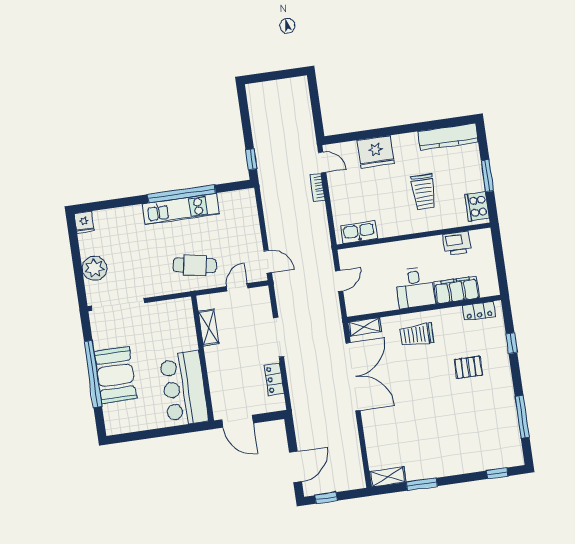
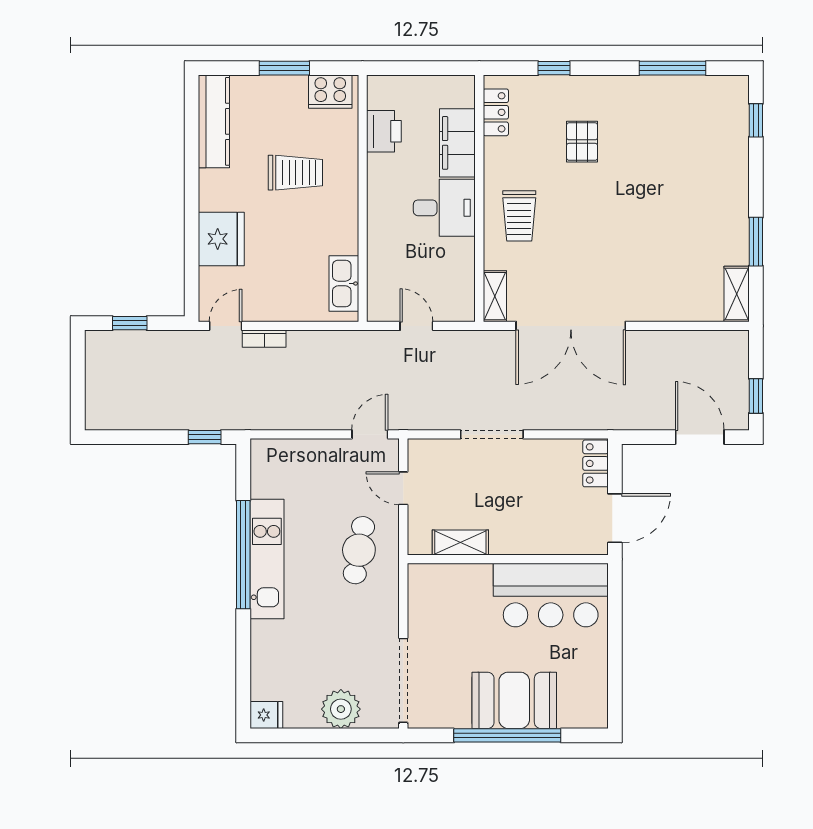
window: (315, 103) -> (130, 323), added
double door: (353, 377) -> (571, 326), swing flipped
locker: (274, 379) -> (595, 463), moved, turned 90

